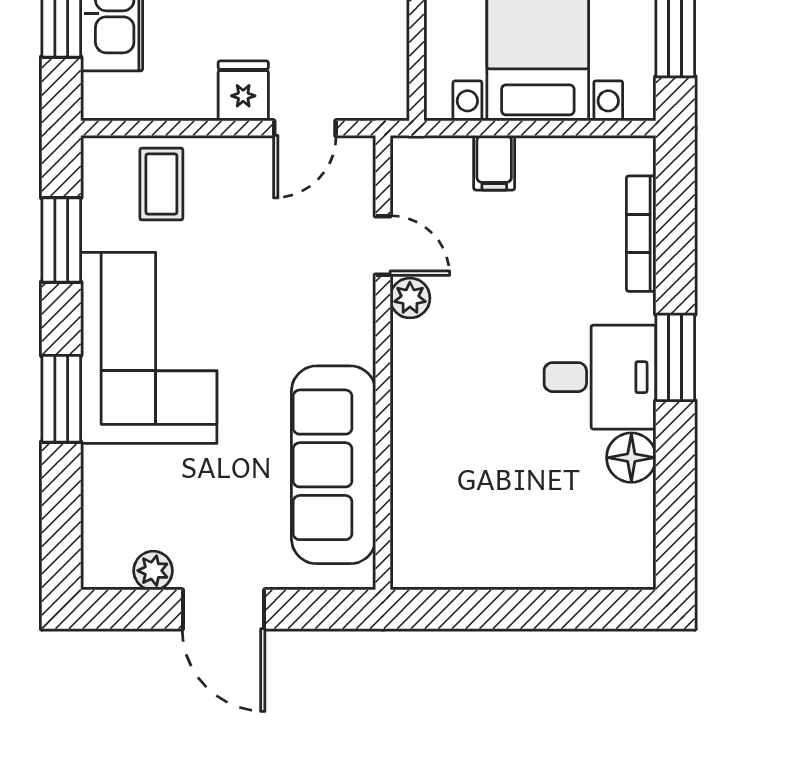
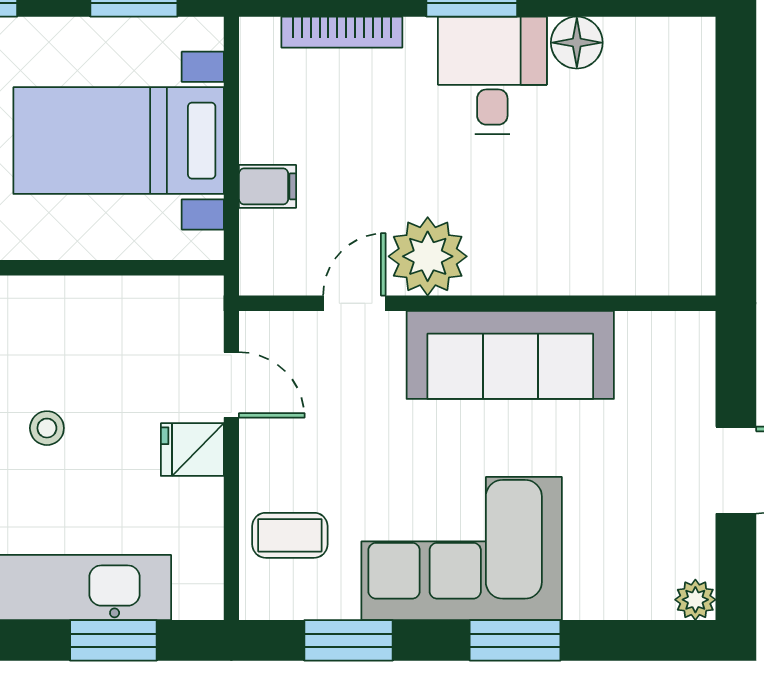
plant: (410, 298) -> (428, 256), width x1.87, depth x1.87
sofa: (333, 465) -> (510, 355), moved
plant: (153, 571) -> (695, 600), moved

